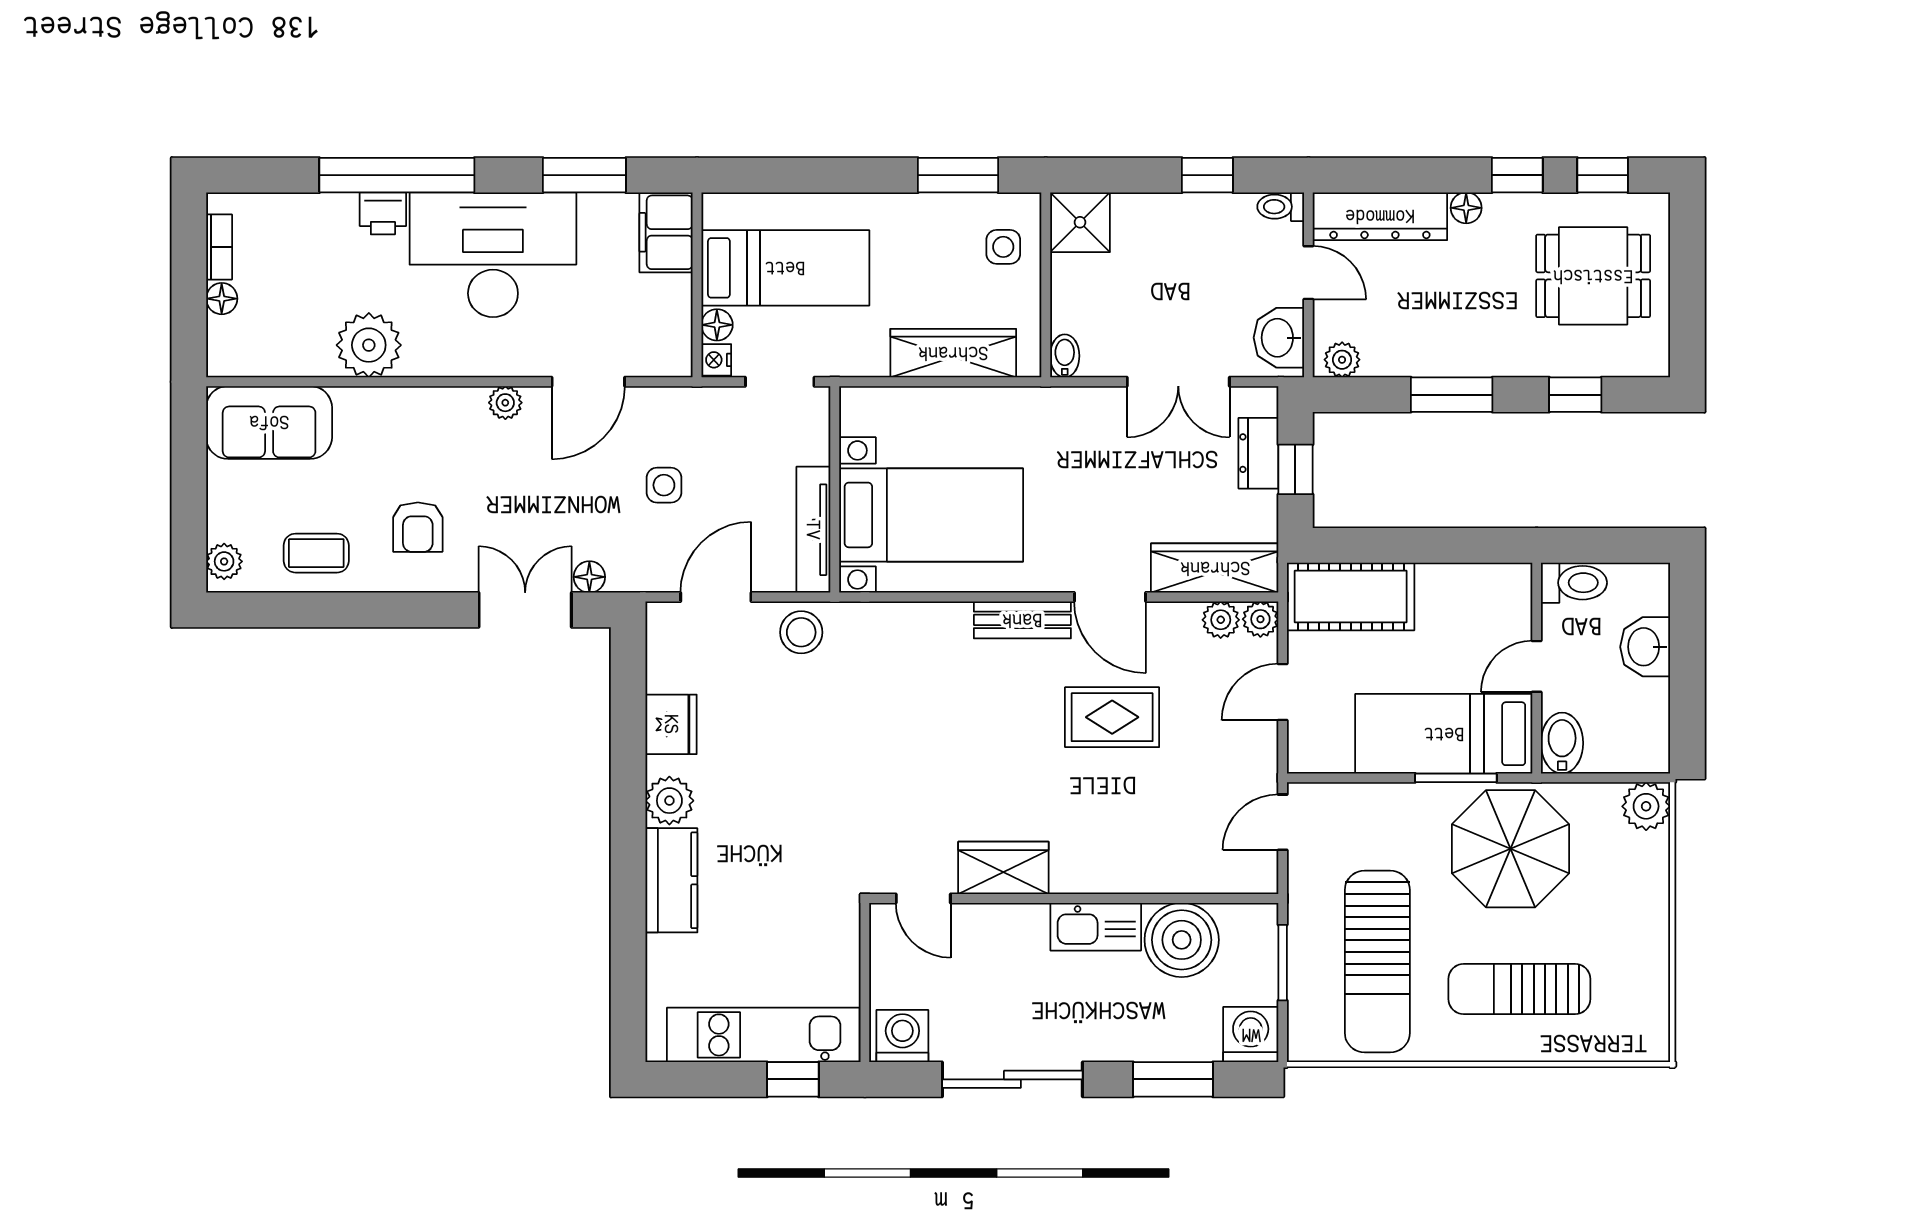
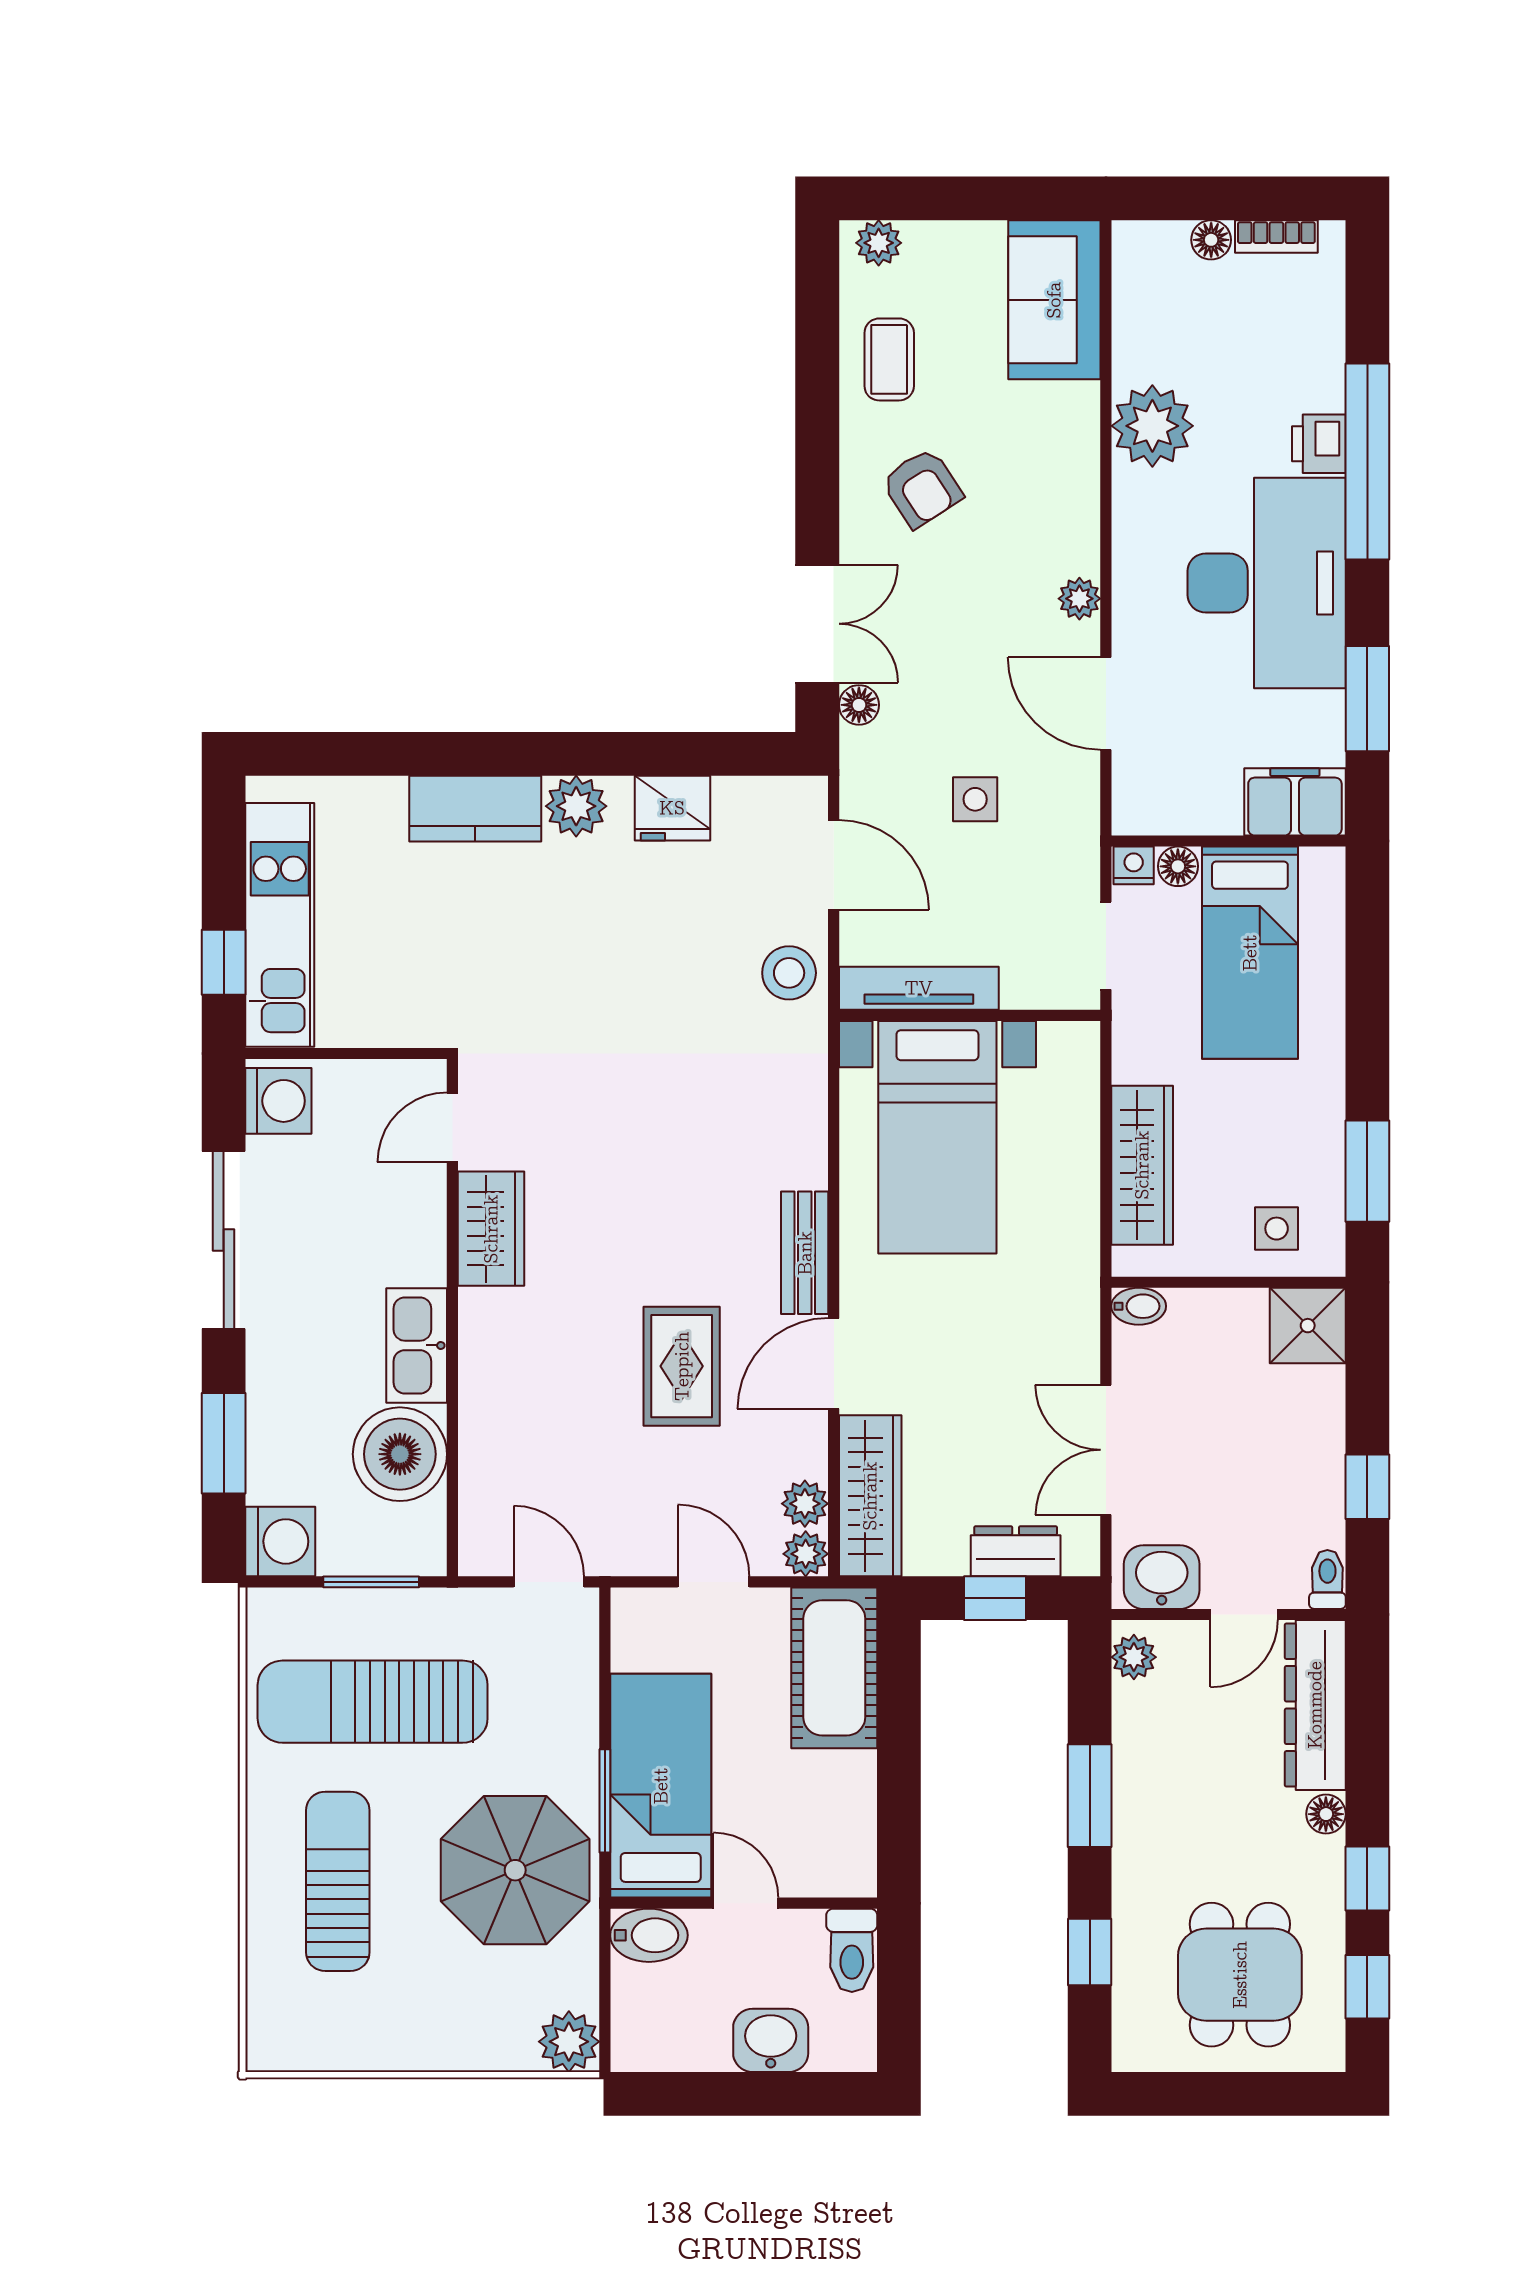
armchair: (418, 527) -> (922, 488), turned -123

